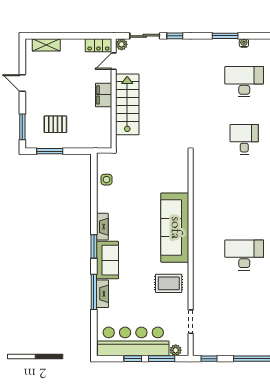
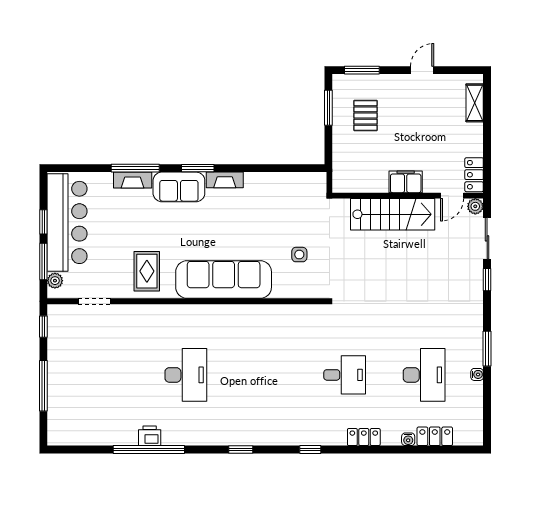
door: (114, 61) -> (452, 196), swing flipped
side table: (106, 180) -> (299, 255), moved

